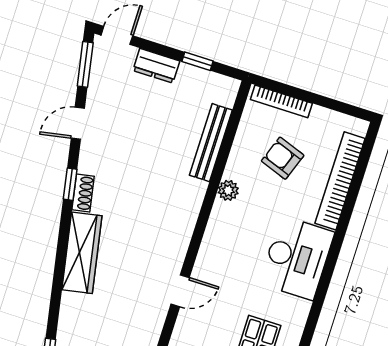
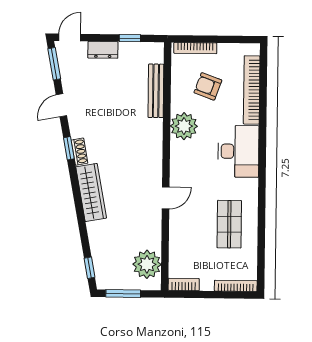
plant: (228, 190) -> (184, 126), width x1.87, depth x1.87

